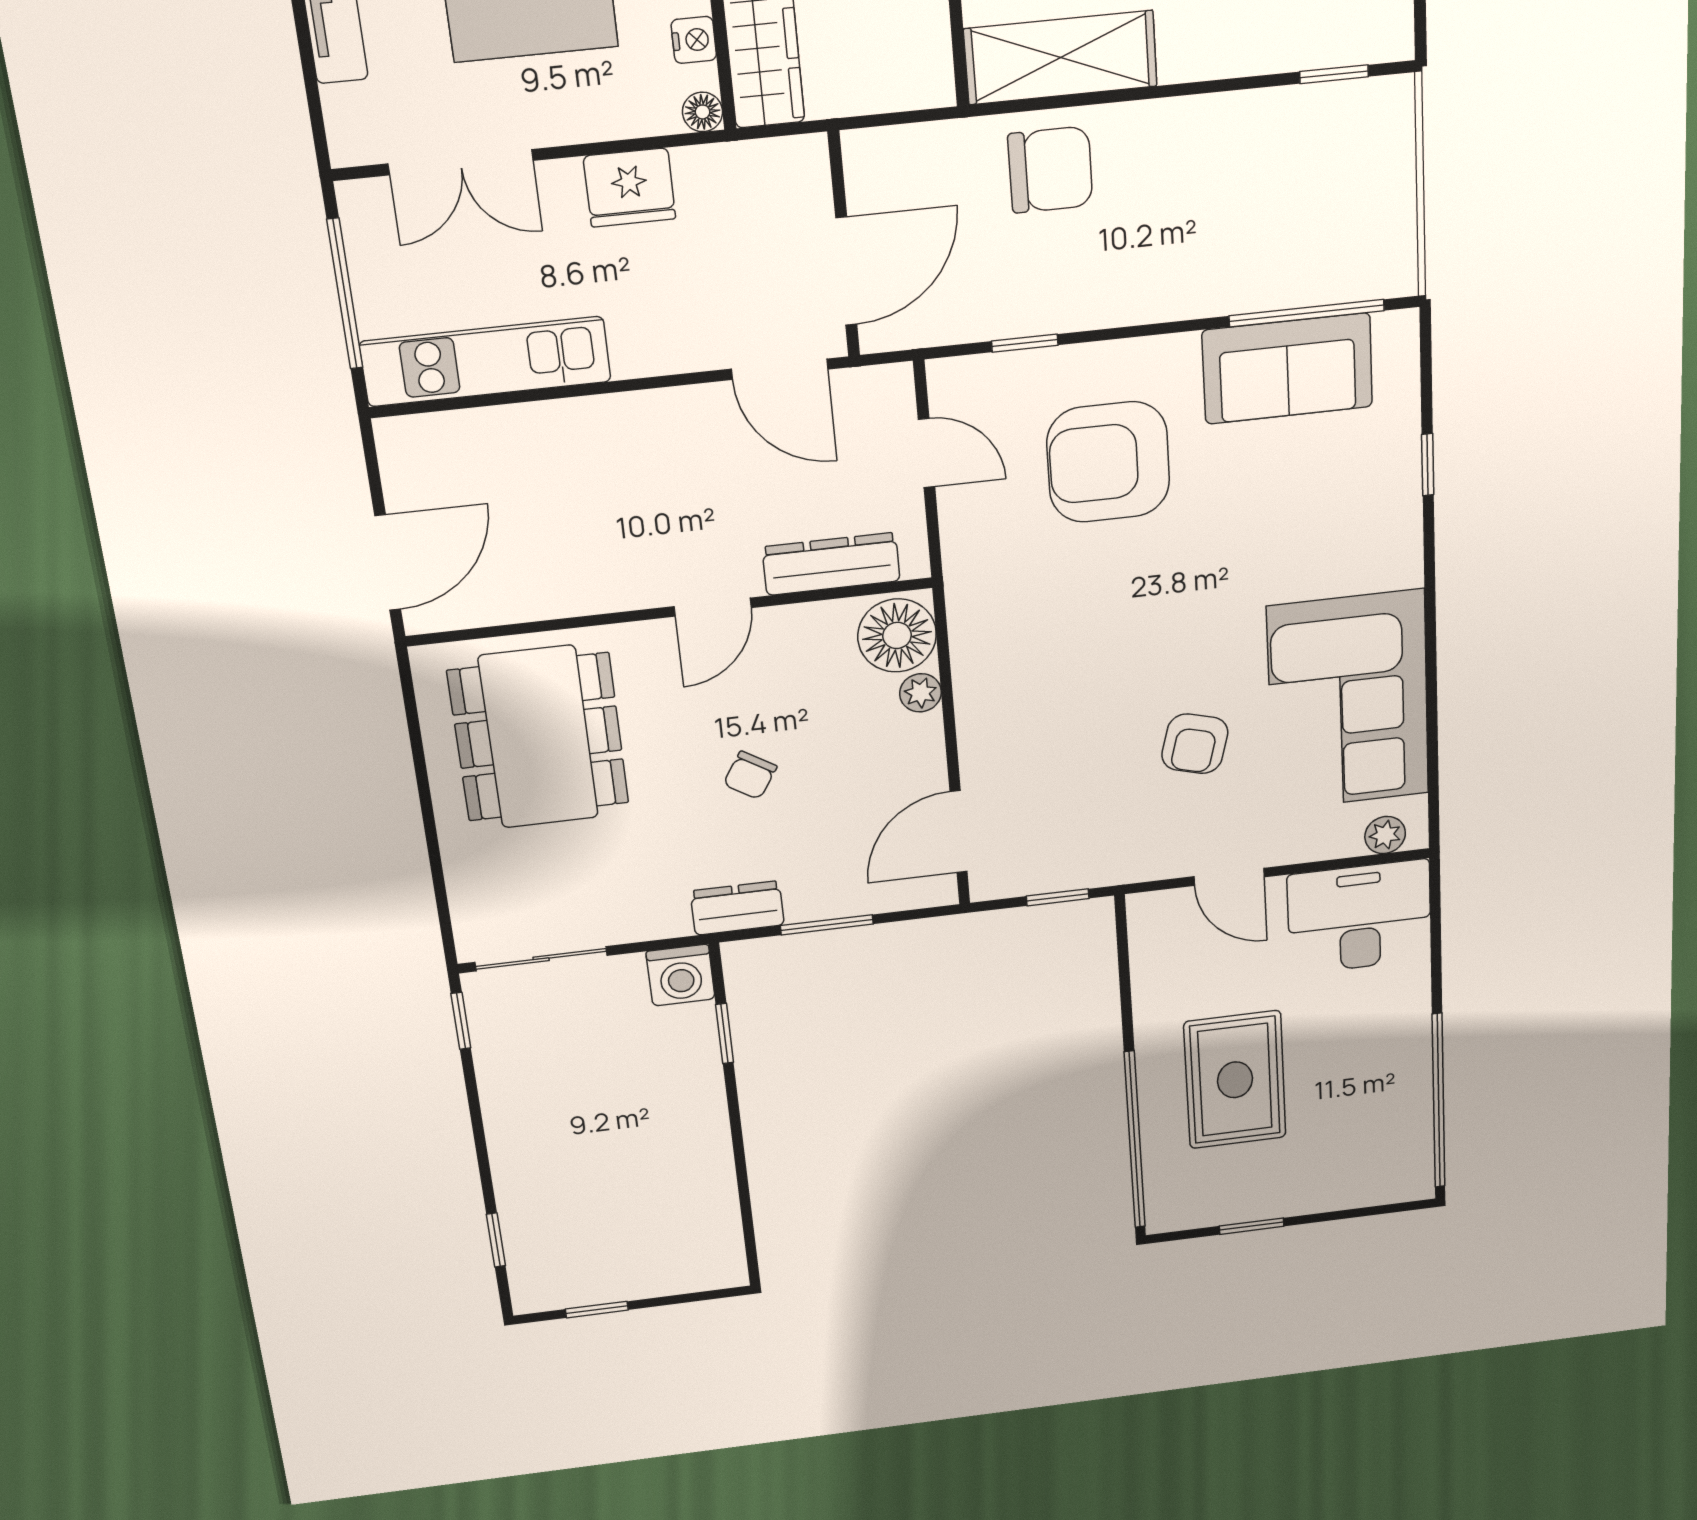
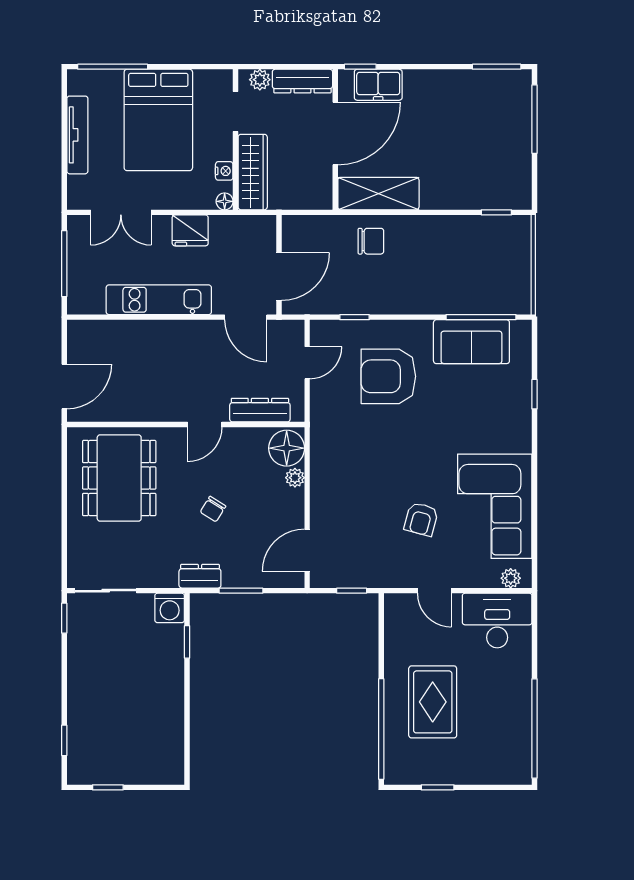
chair: (1050, 170) -> (371, 241), width x0.73, depth x0.73
kitchen unit: (486, 361) -> (159, 300), moved
door: (927, 453) -> (307, 363), hinge flipped

